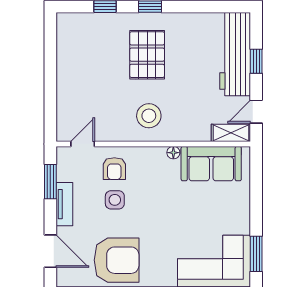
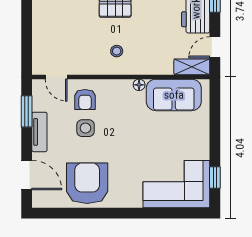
stool: (149, 116) -> (117, 51), width x0.53, depth x0.53
door: (83, 144) -> (56, 77), swing flipped
window: (256, 254) -> (215, 177), width x0.67
armchair: (117, 260) -> (87, 183), turned -90

